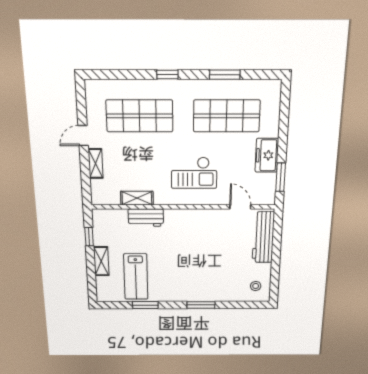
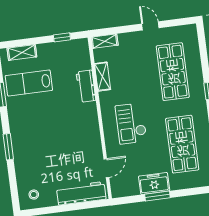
shelving: (96, 164) -> (105, 41), moved
window: (280, 177) -> (157, 196), moved
shelving: (101, 261) -> (22, 52), moved

